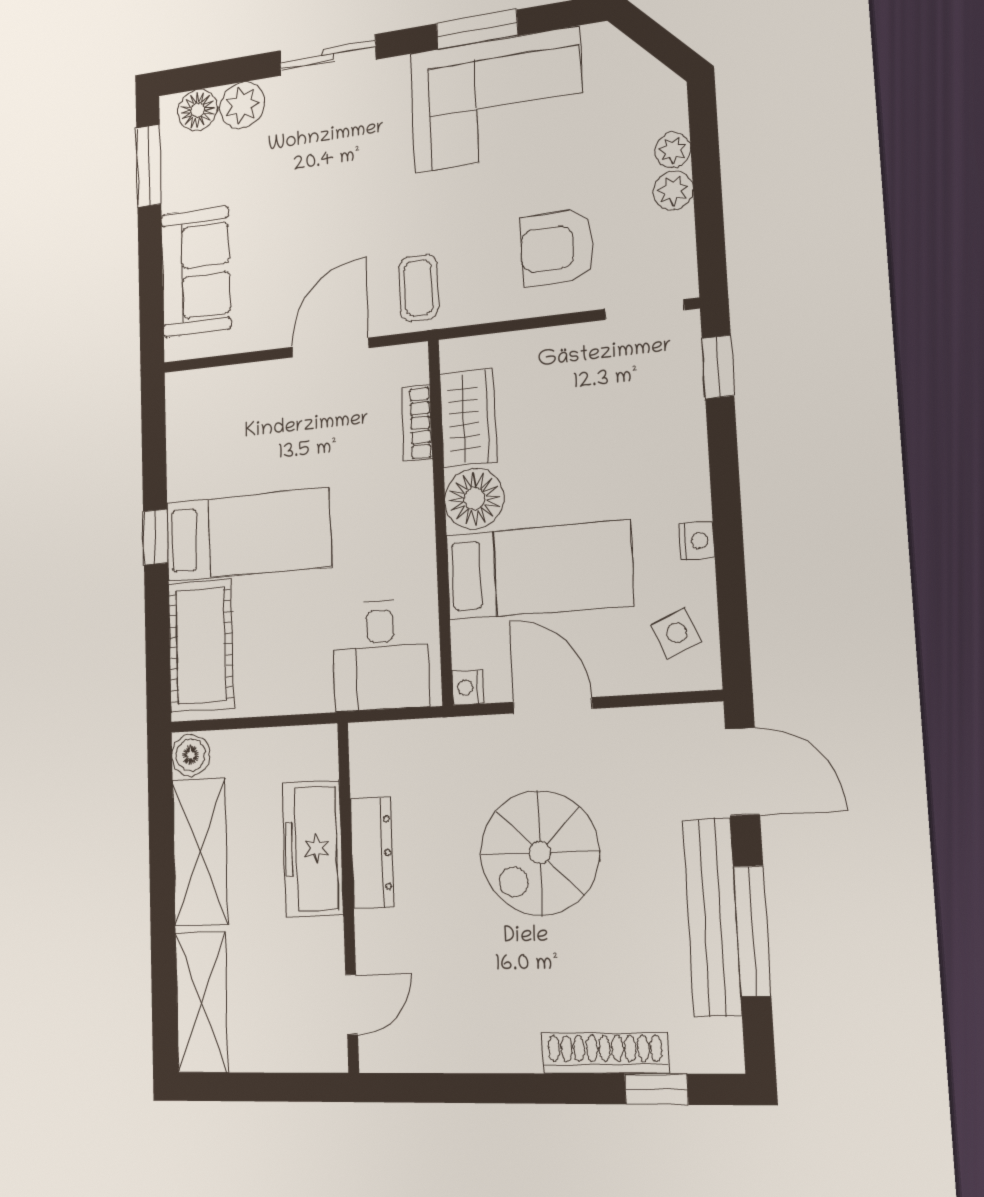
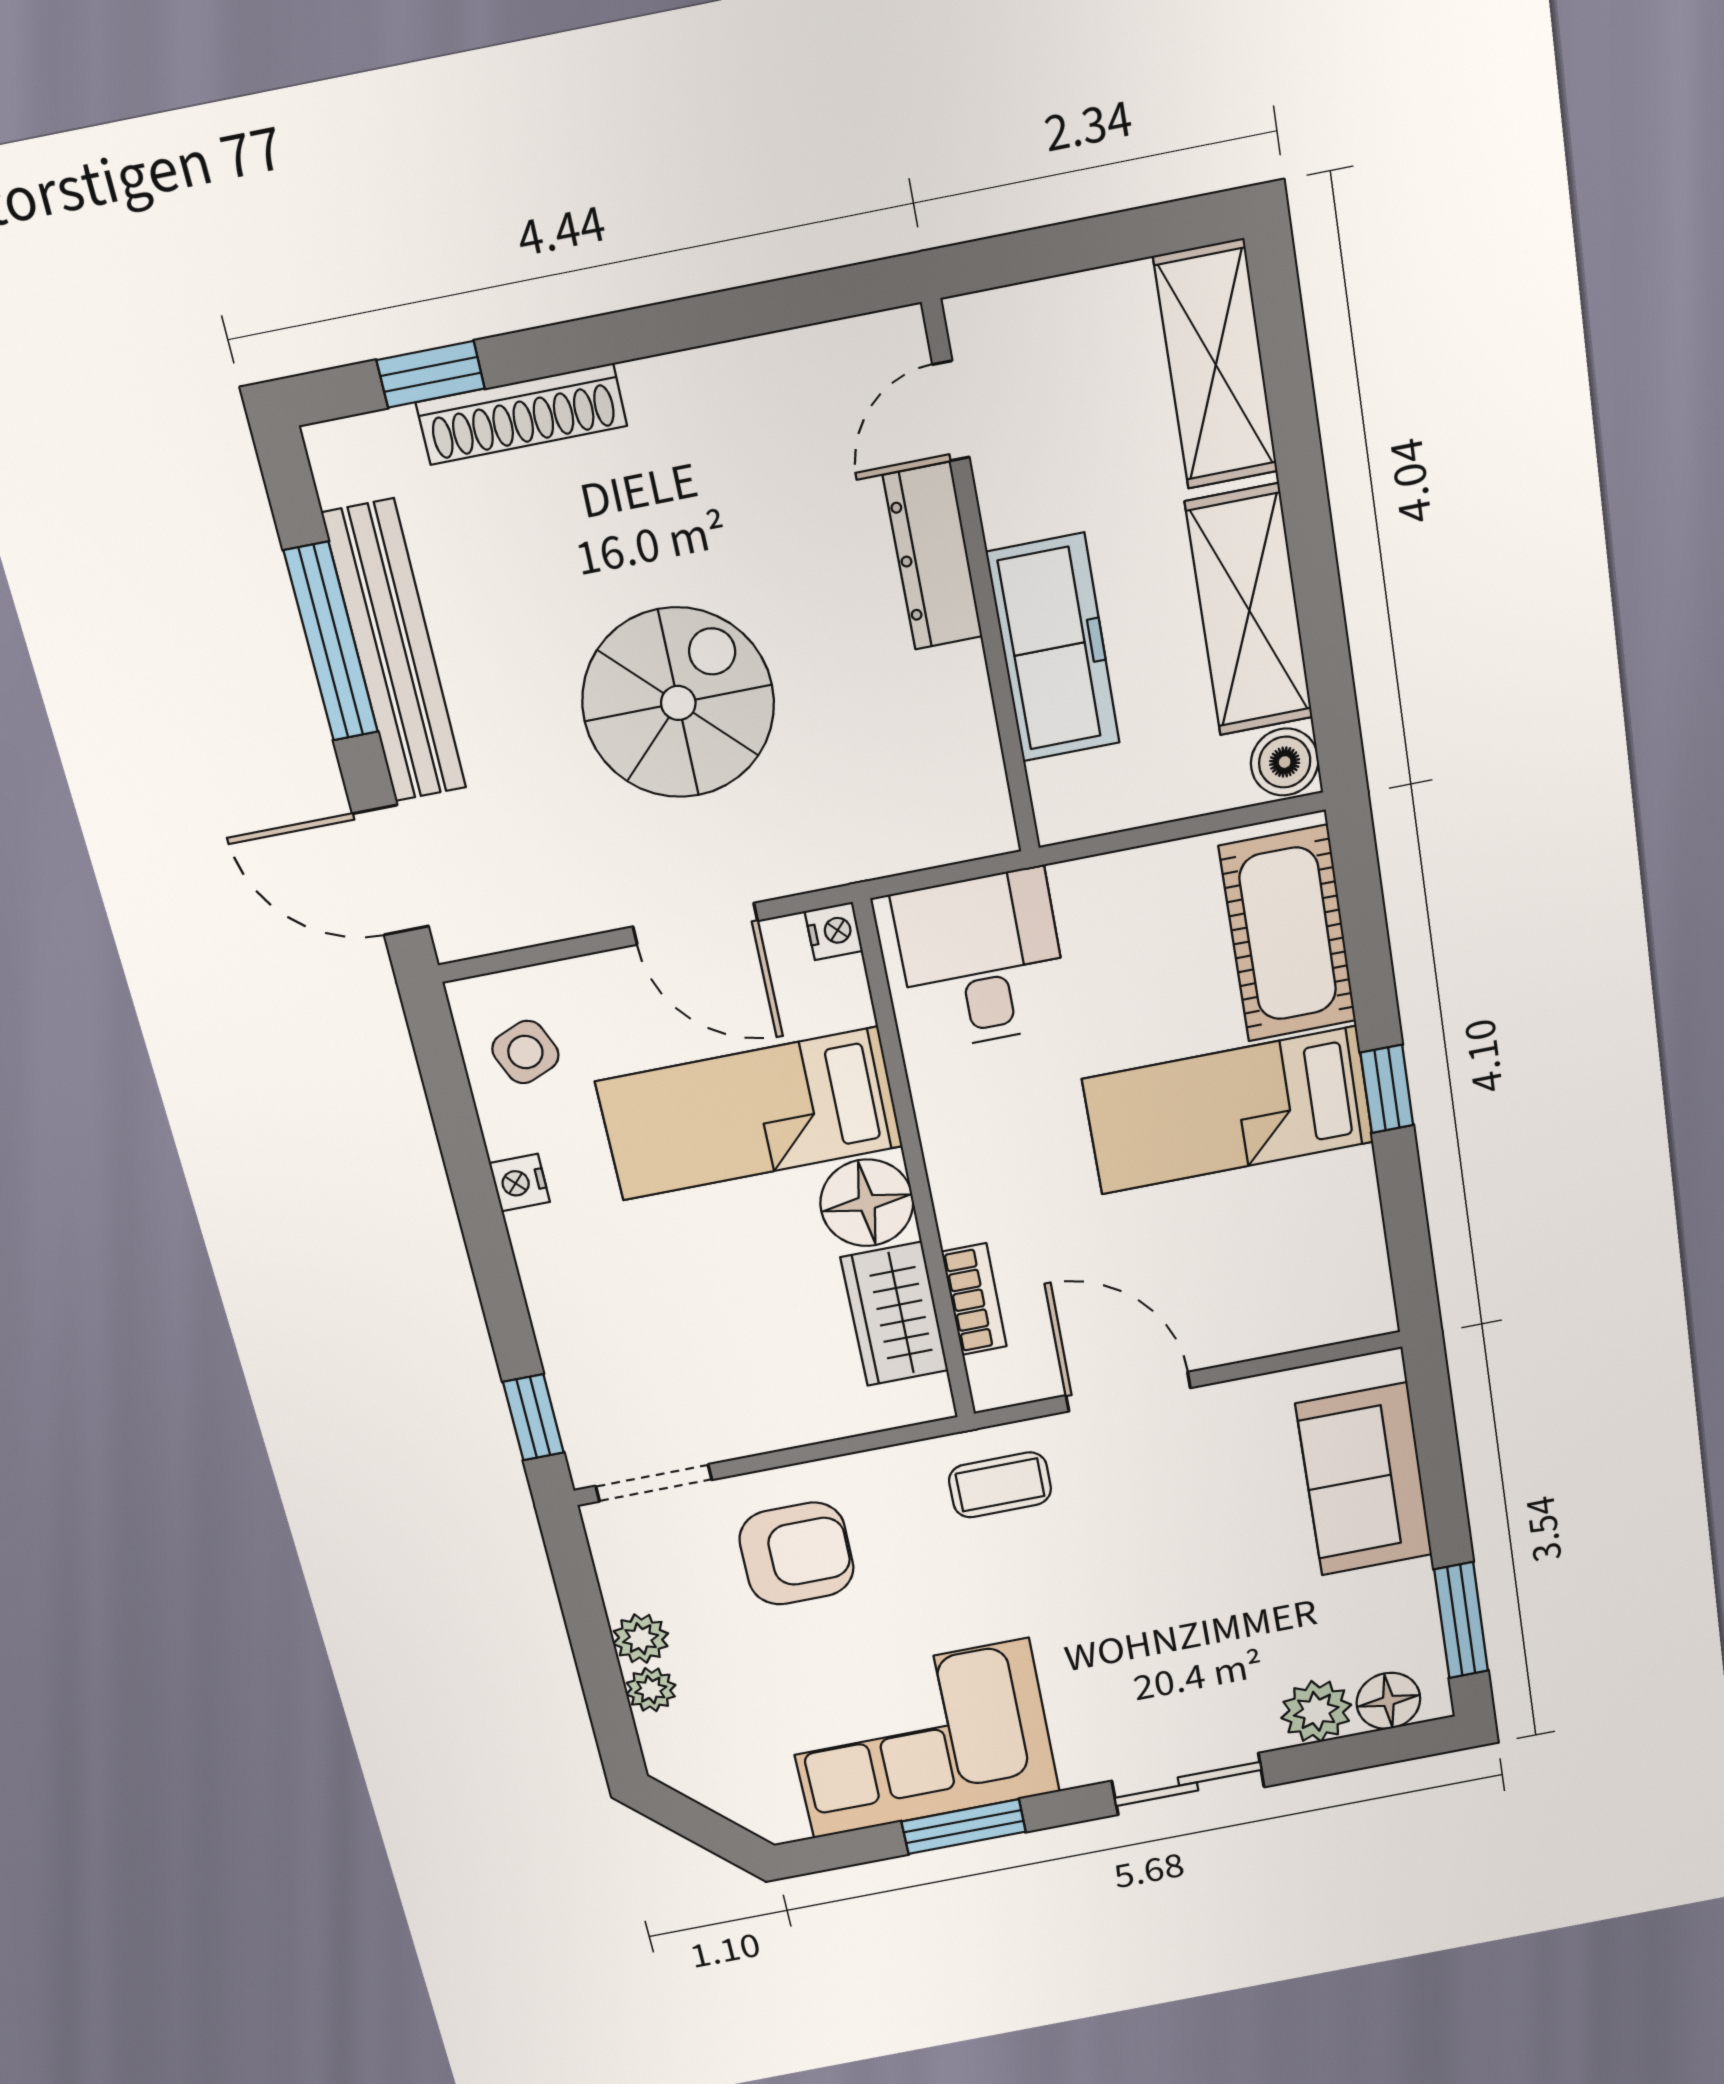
coffee table: (418, 288) -> (1000, 1485), turned 90
door: (330, 347) -> (1128, 1392), swing flipped
dresser: (372, 853) -> (933, 556), moved

